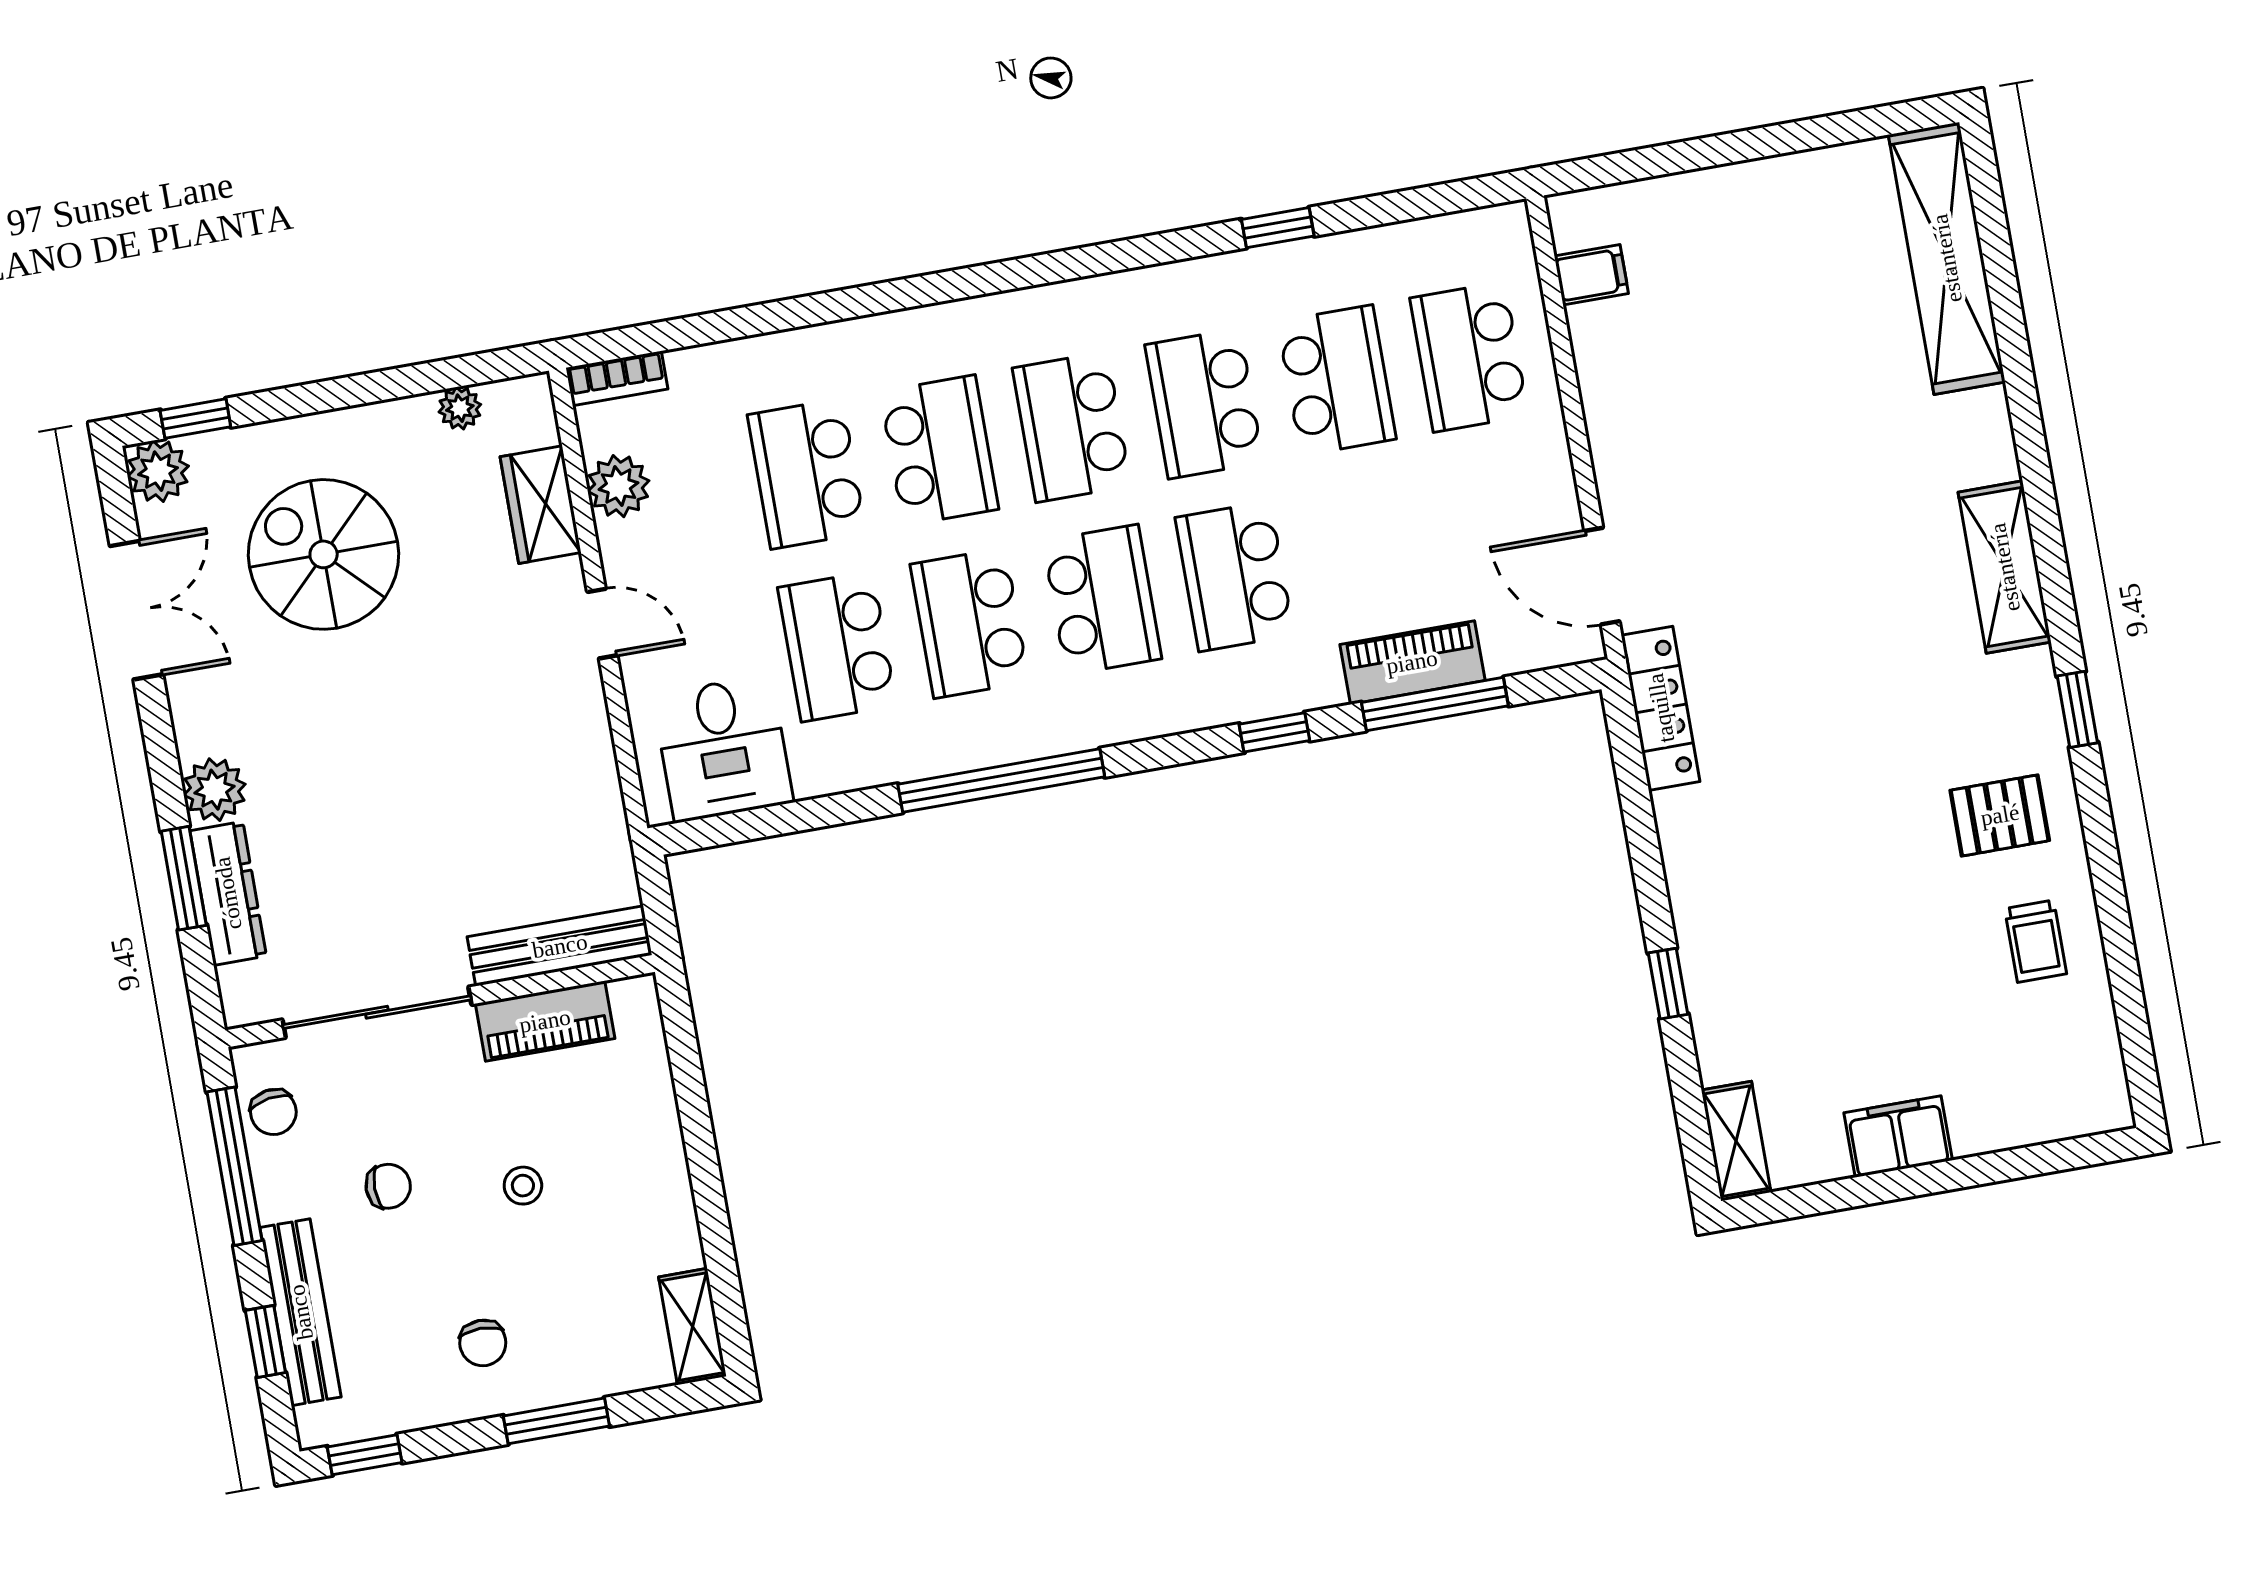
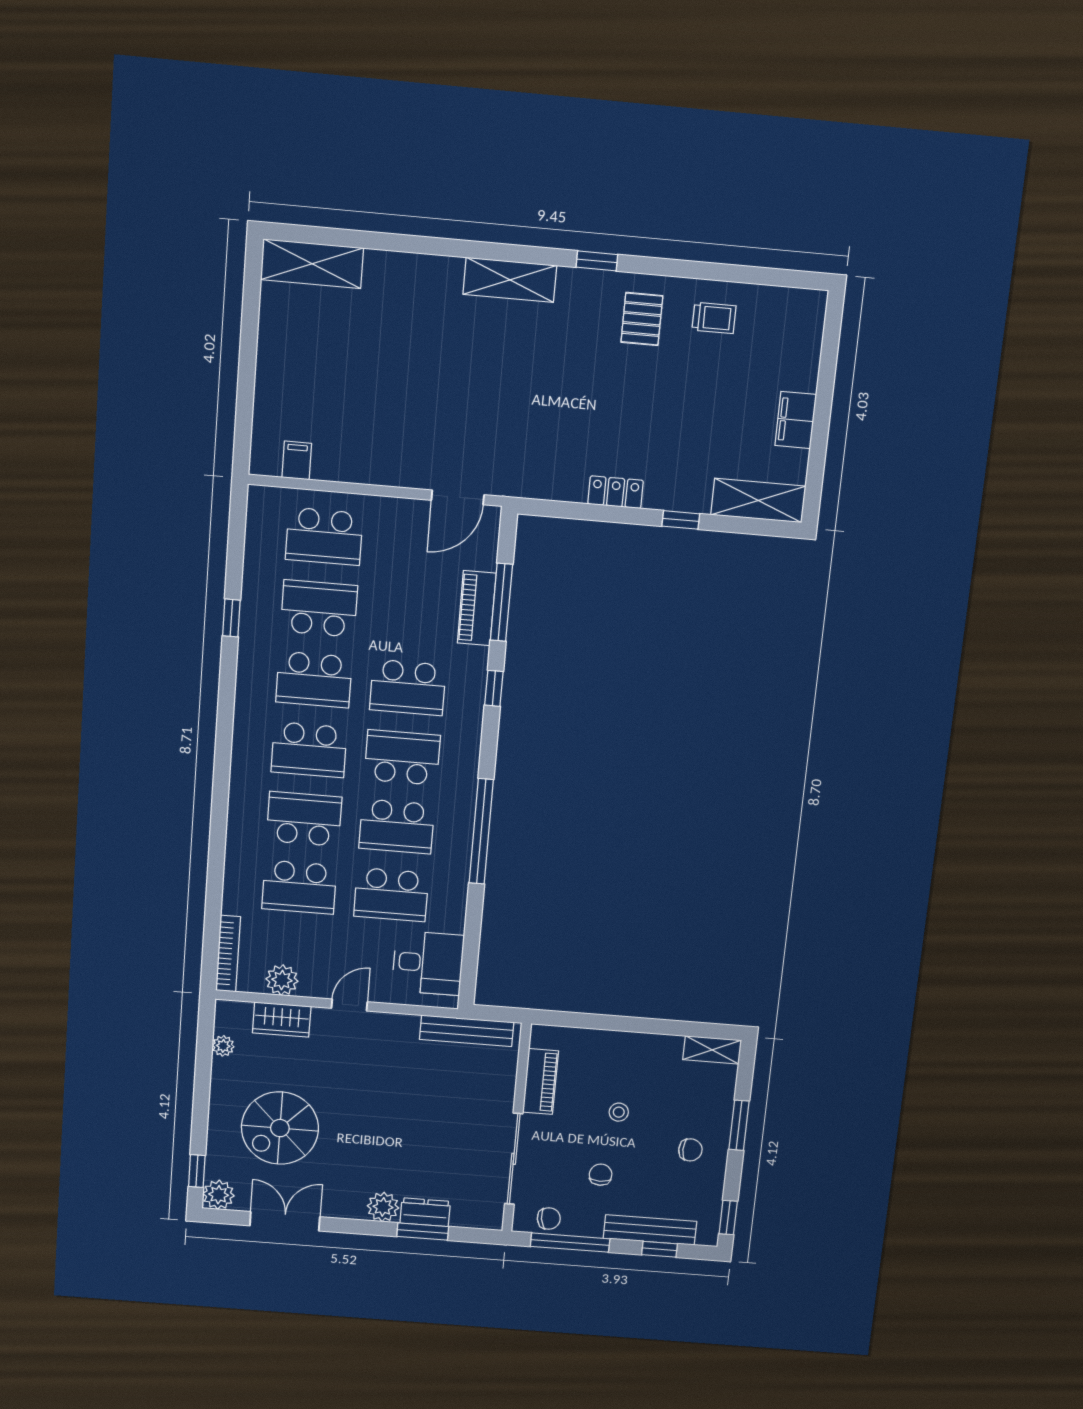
shelving: (1947, 258) -> (312, 264), width x0.68
bookcase: (617, 378) -> (228, 954), width x1.56
locker: (1661, 708) -> (616, 492), moved, width x0.66
dresser: (228, 893) -> (425, 1212), width x0.70
bench: (560, 946) -> (467, 1031), moved, turned 90
shelving: (1736, 1141) -> (758, 500), width x1.50, depth x1.33

